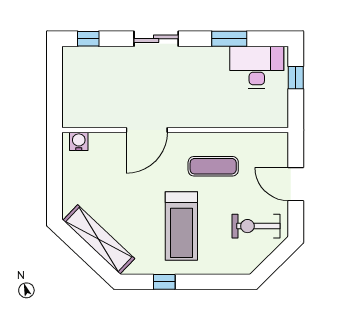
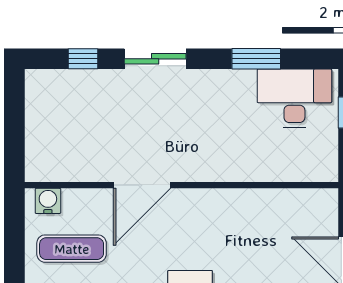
window: (88, 39) -> (83, 59), moved
exercise mat: (213, 166) -> (72, 249), moved

